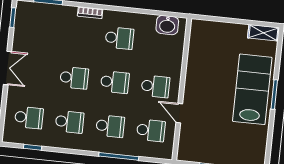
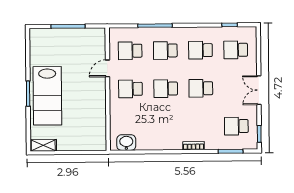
school desk: (119, 38) -> (236, 126), moved
door: (179, 113) -> (107, 68), swing flipped

